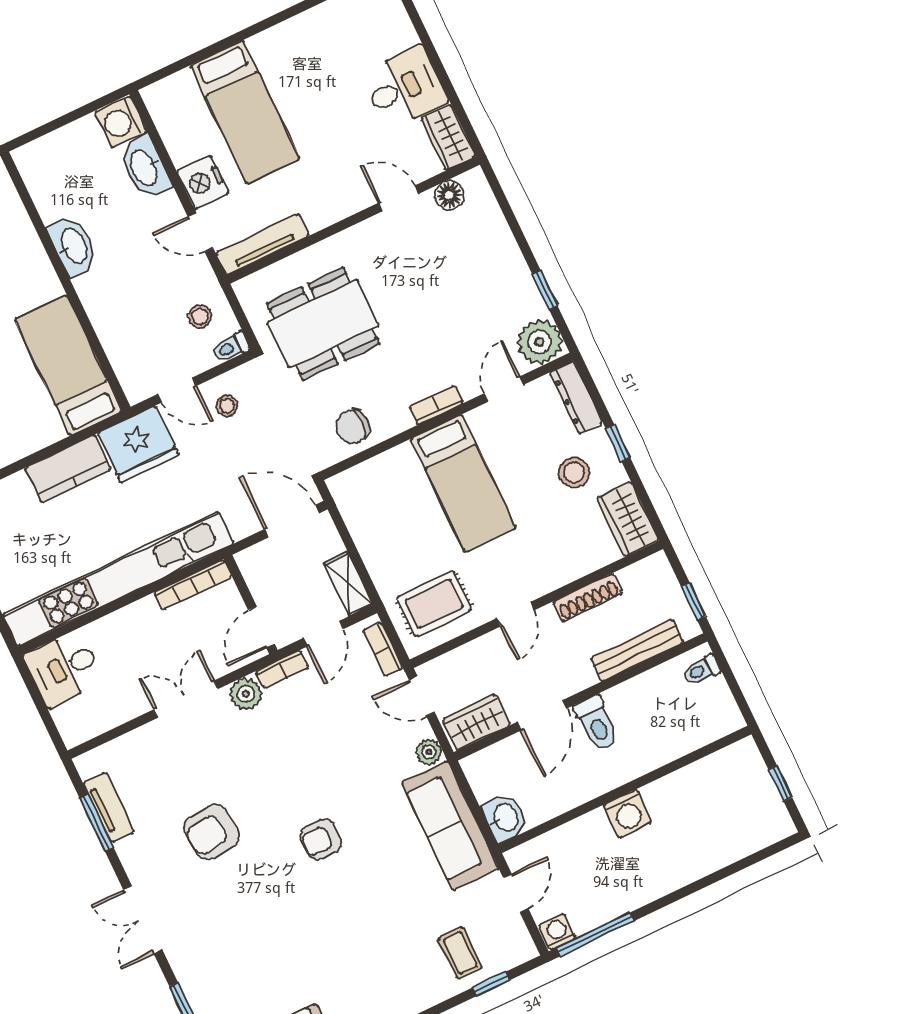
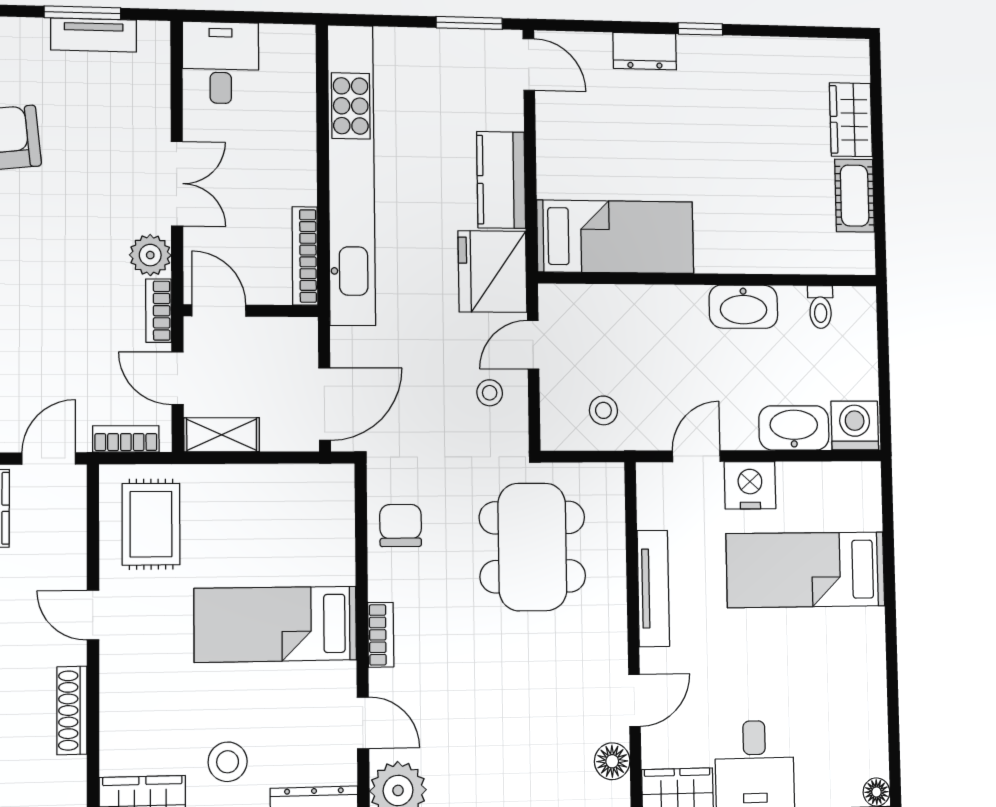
tv unit: (262, 244) -> (653, 588), moved
toilet: (231, 347) -> (820, 307), moved, turned 180
desk: (64, 668) -> (221, 63), moved

